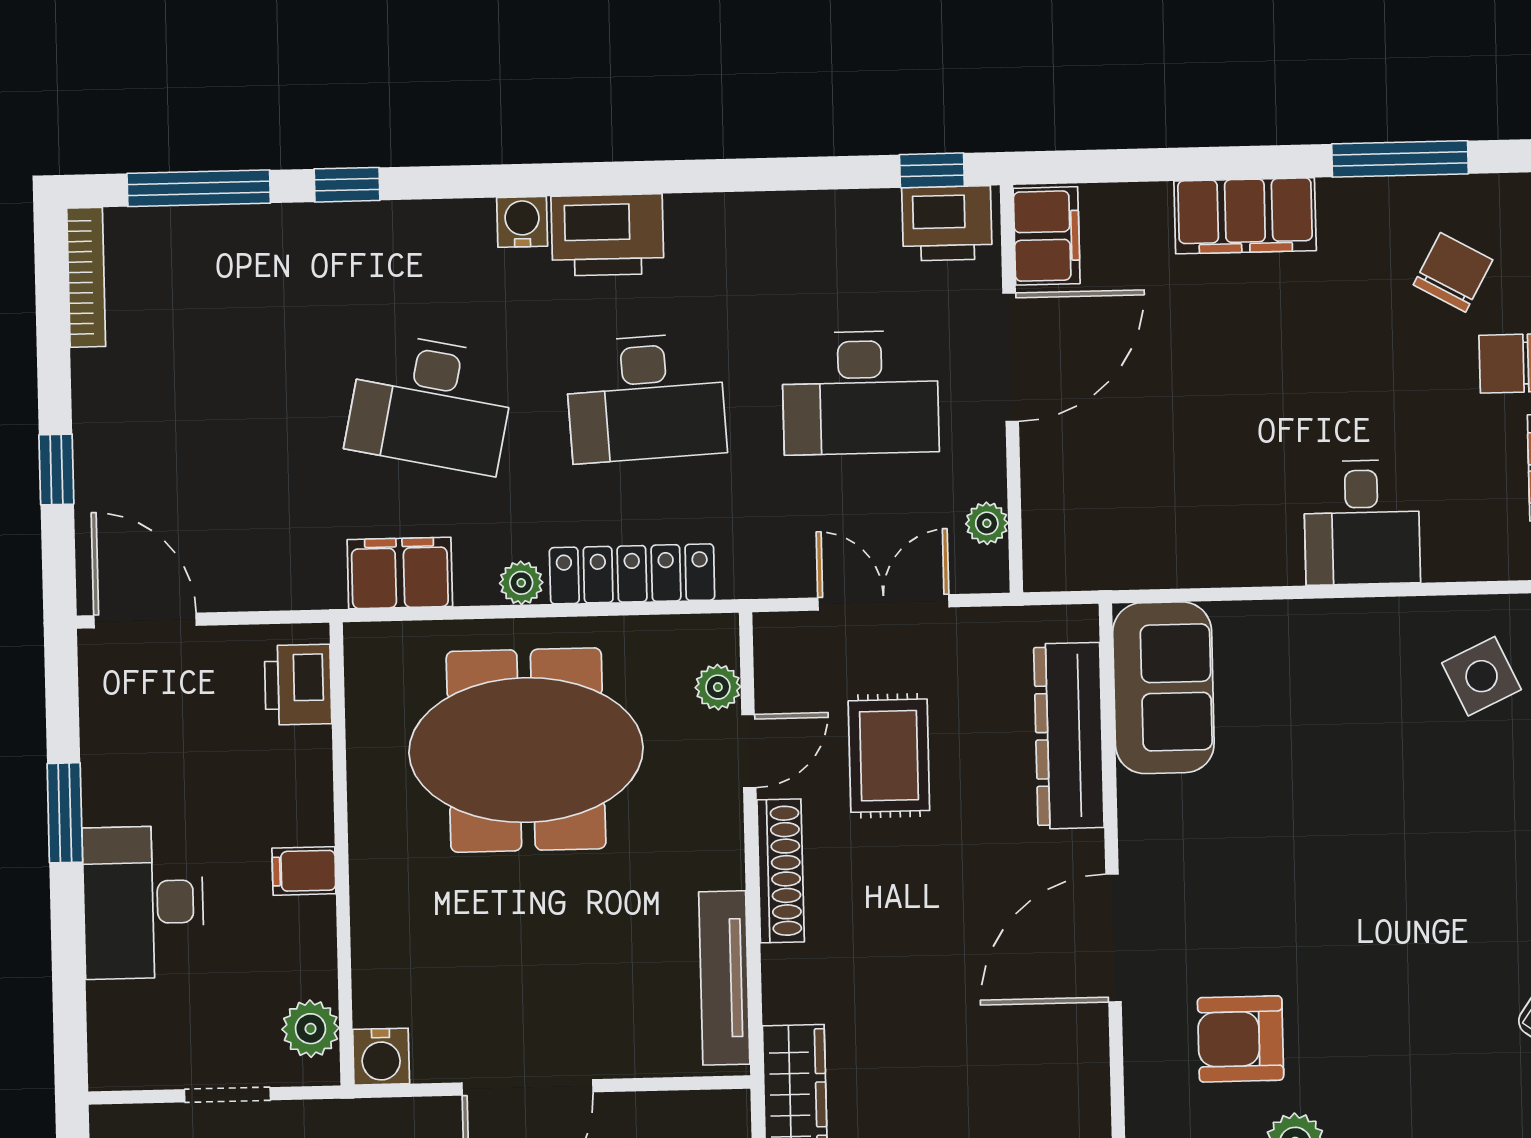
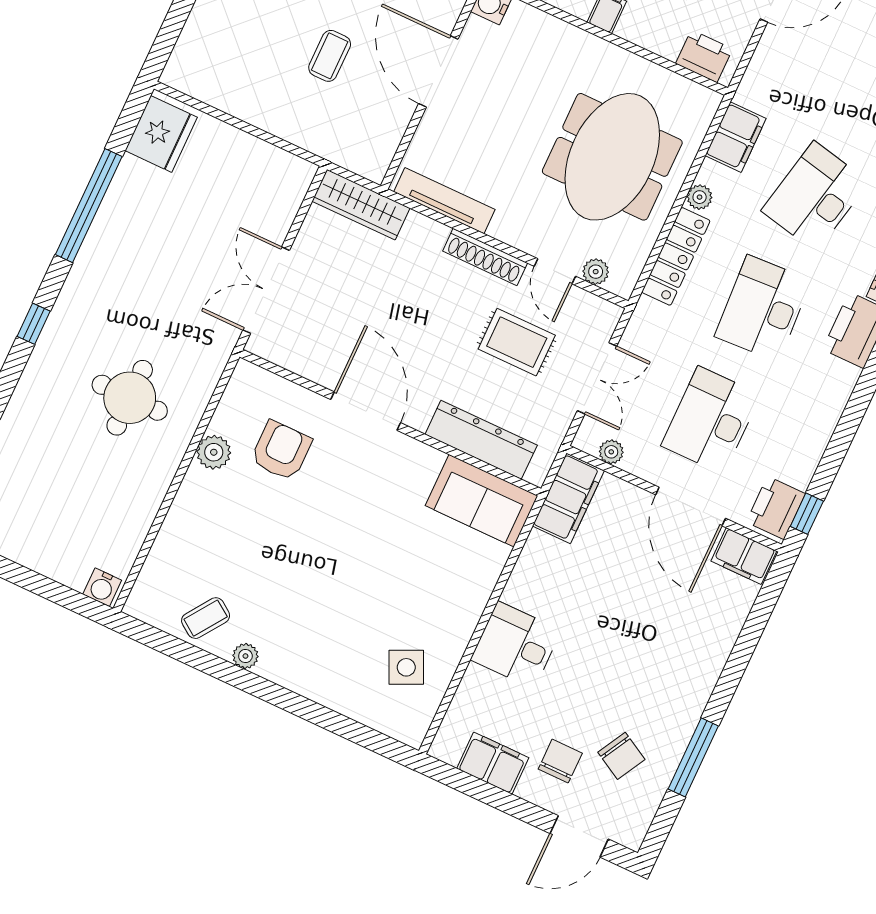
filing cabinet: (1245, 216) -> (568, 498), moved, turned 180

